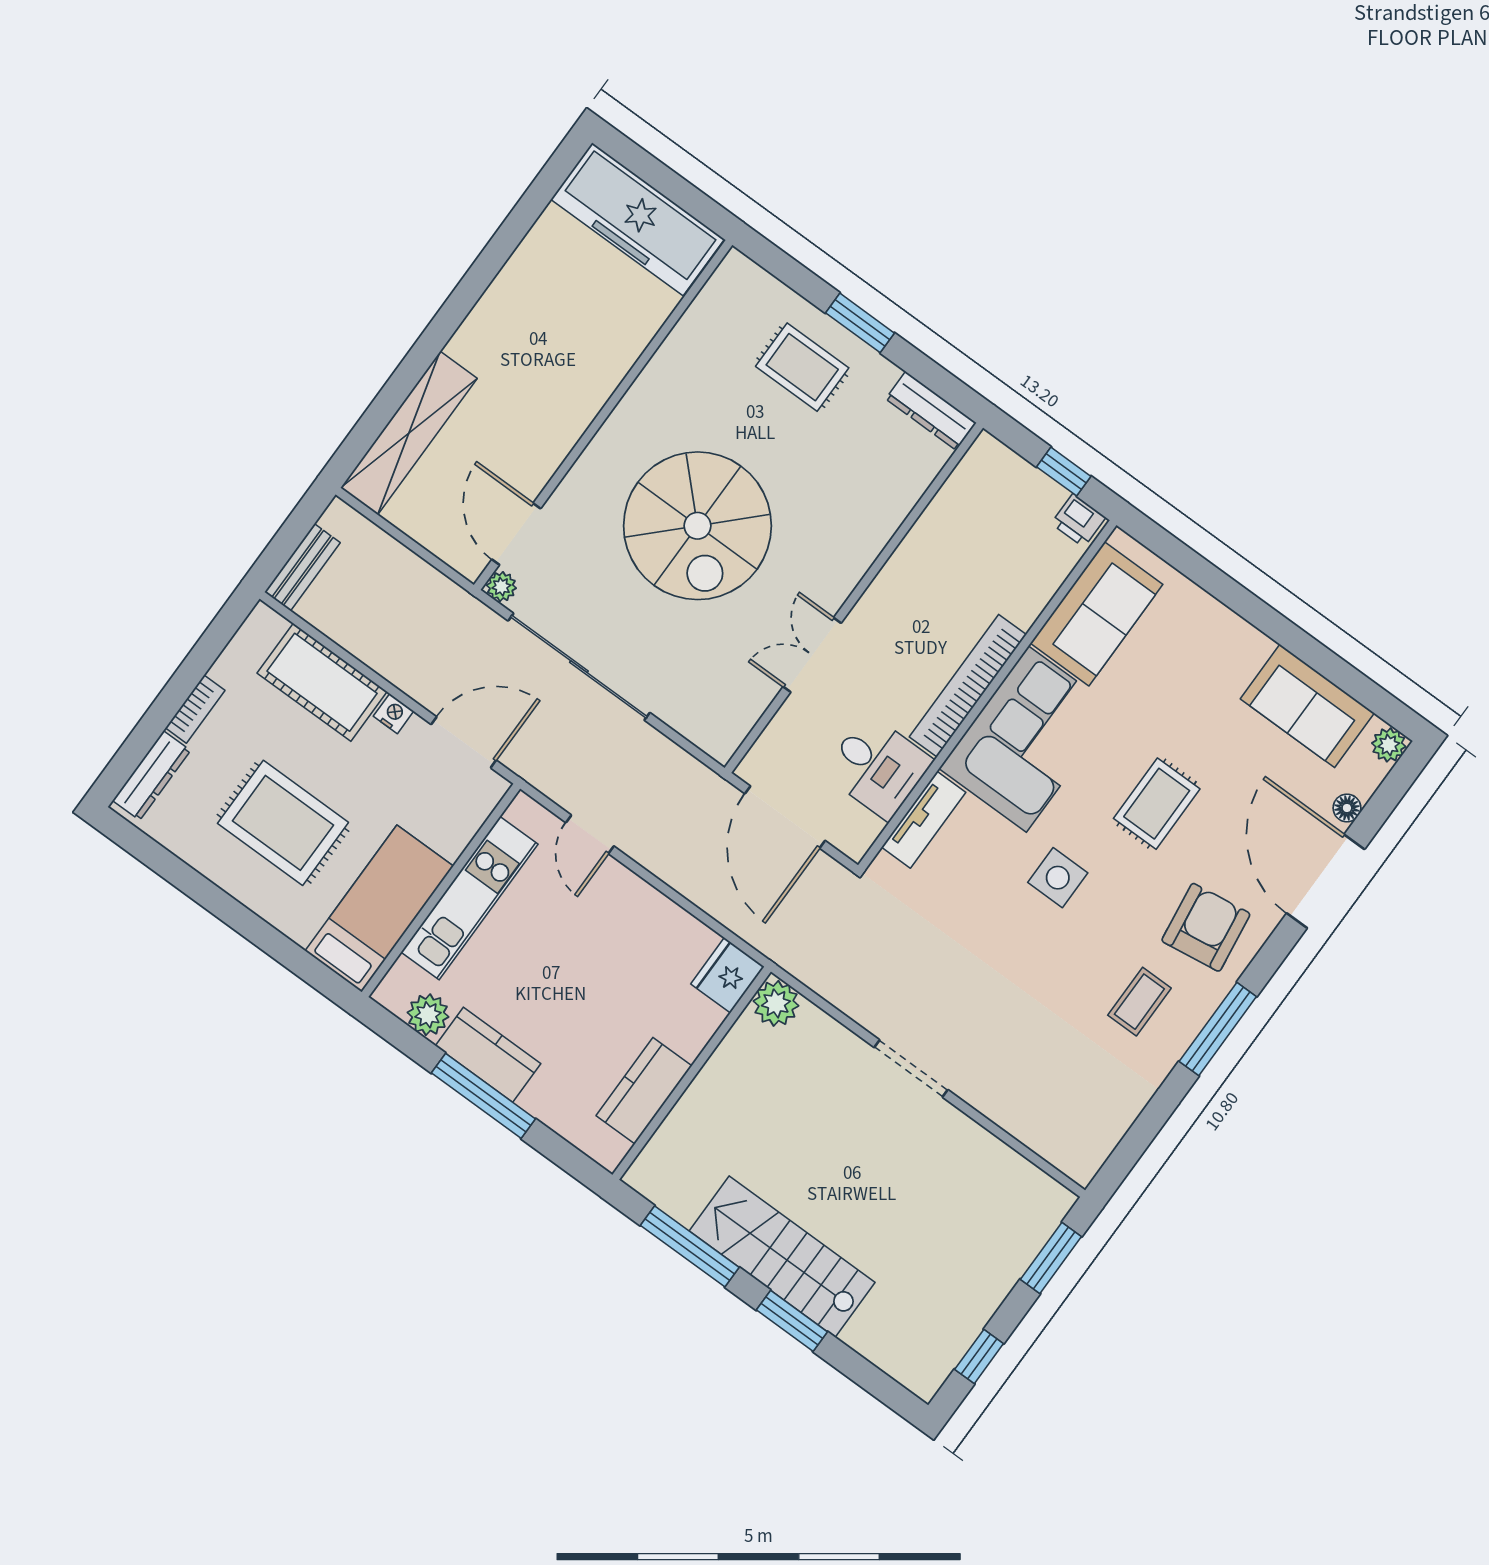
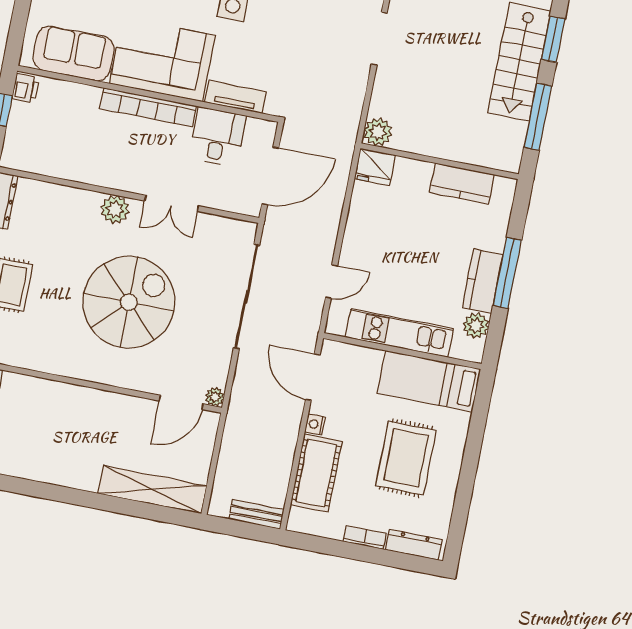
plant: (842, 568) -> (115, 209), added
sliding door: (579, 667) -> (247, 297), moved

